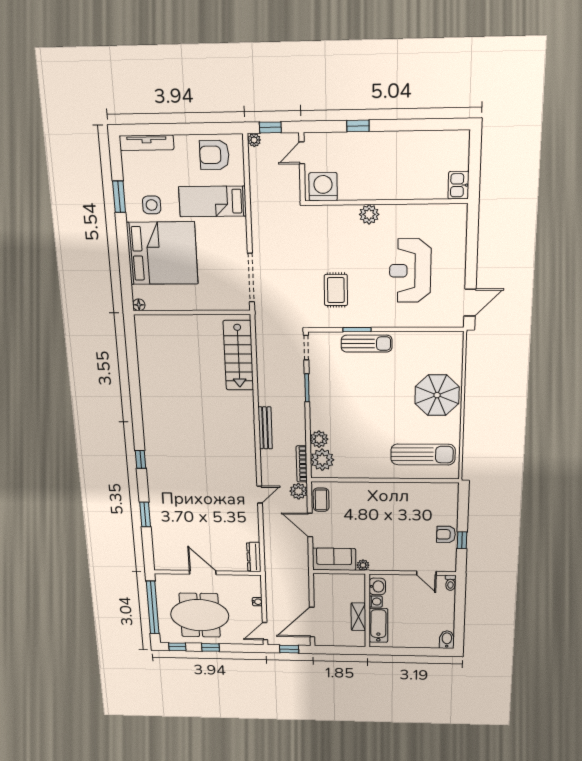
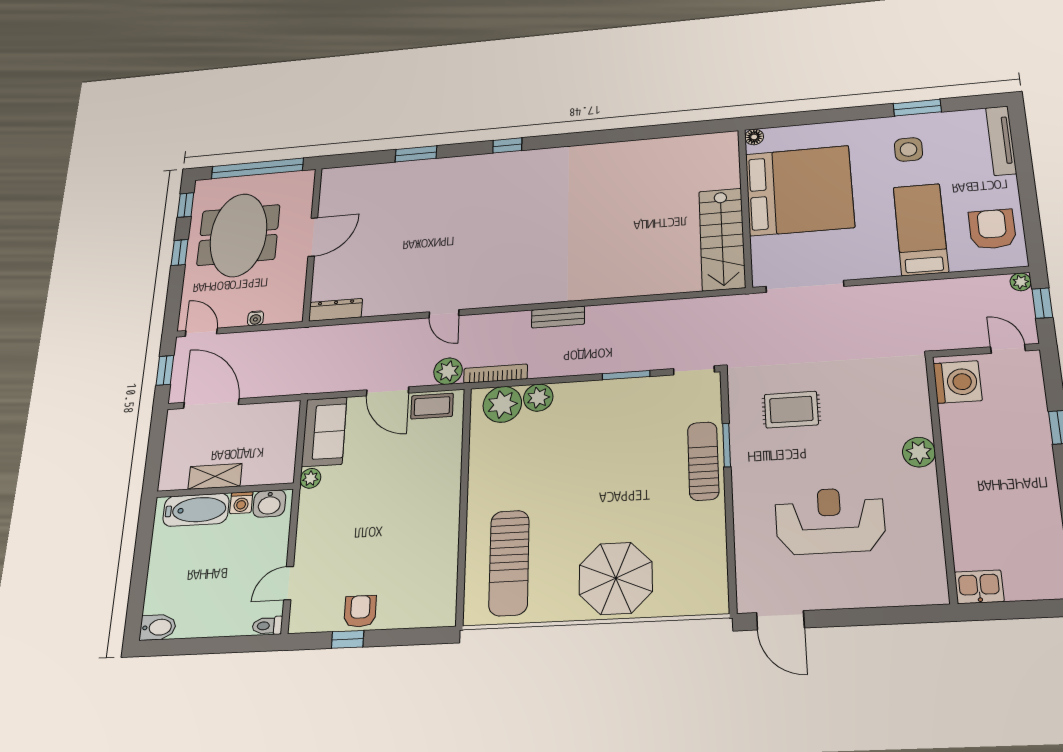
bed: (162, 253) -> (799, 191), moved, turned -90
sun lounger: (367, 344) -> (703, 461), turned 180
stairs: (238, 355) -> (722, 239), moved, turned -90
bench: (265, 428) -> (558, 317), width x0.73
door: (310, 525) -> (388, 391), swing flipped

